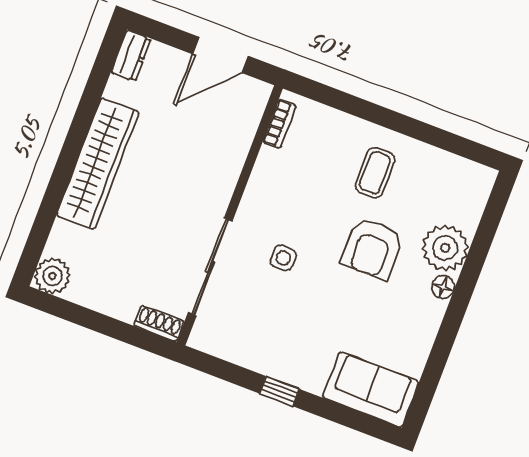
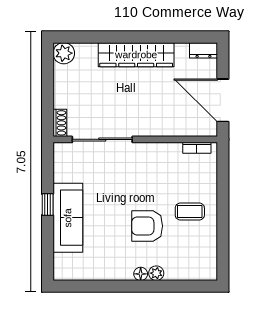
door: (221, 55) -> (223, 100), width x1.36
plant: (445, 248) -> (156, 273), width x0.53, depth x0.53
side table: (283, 258) -> (123, 178), removed
sofa: (371, 390) -> (68, 218), moved, width x1.36

